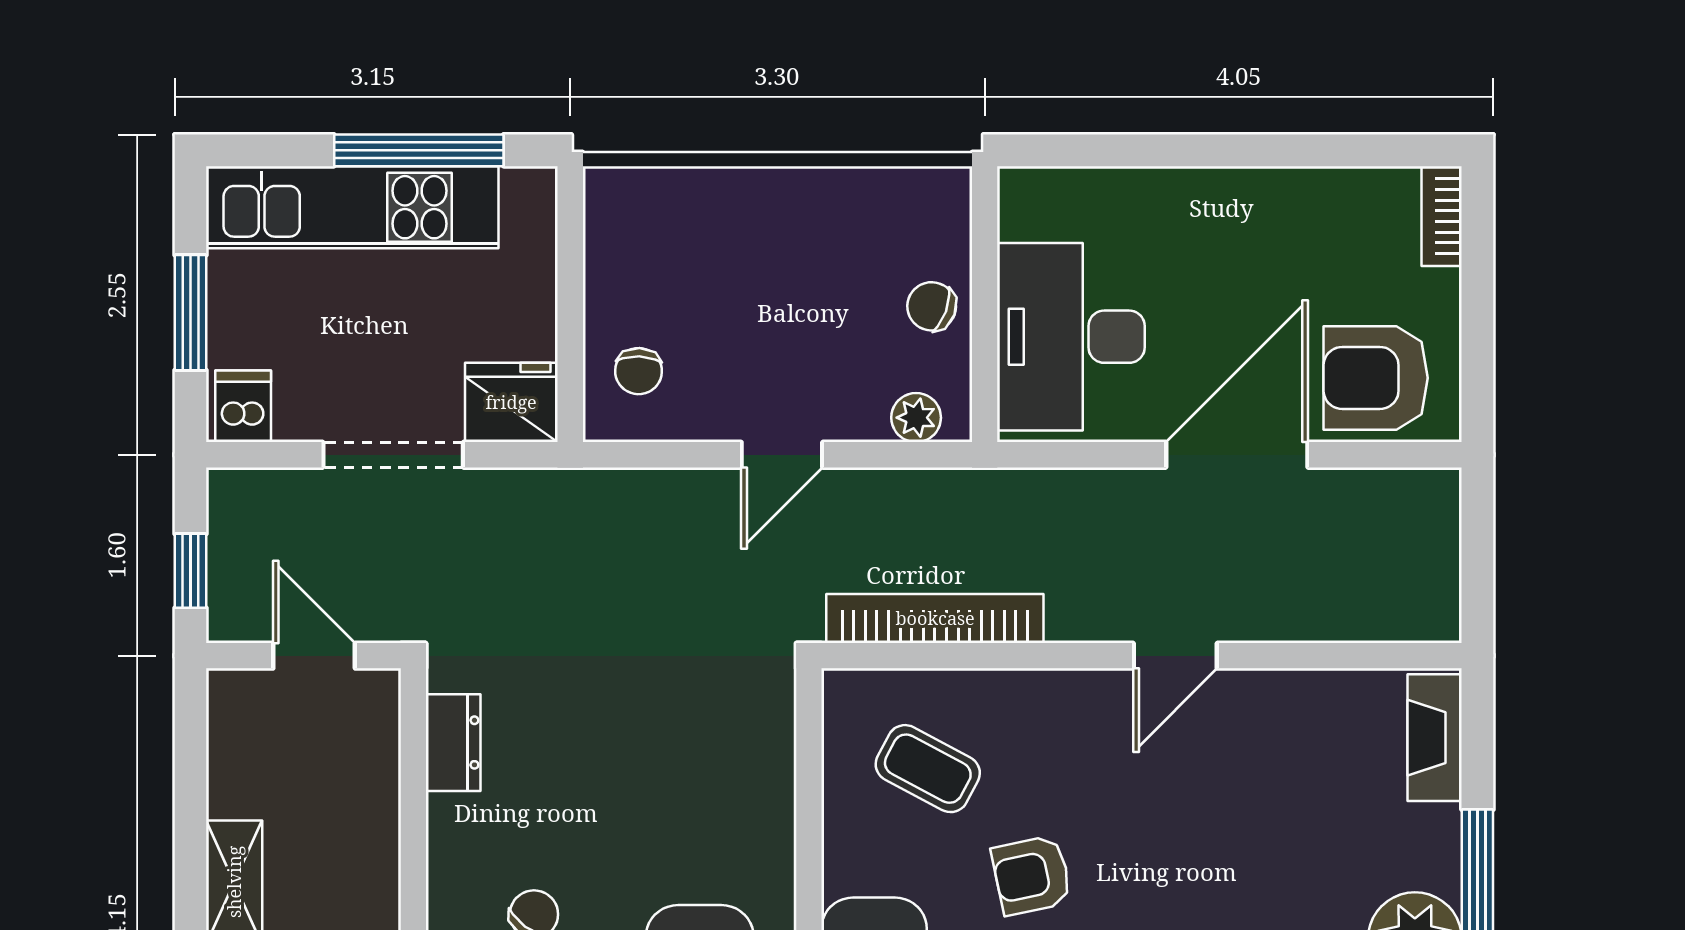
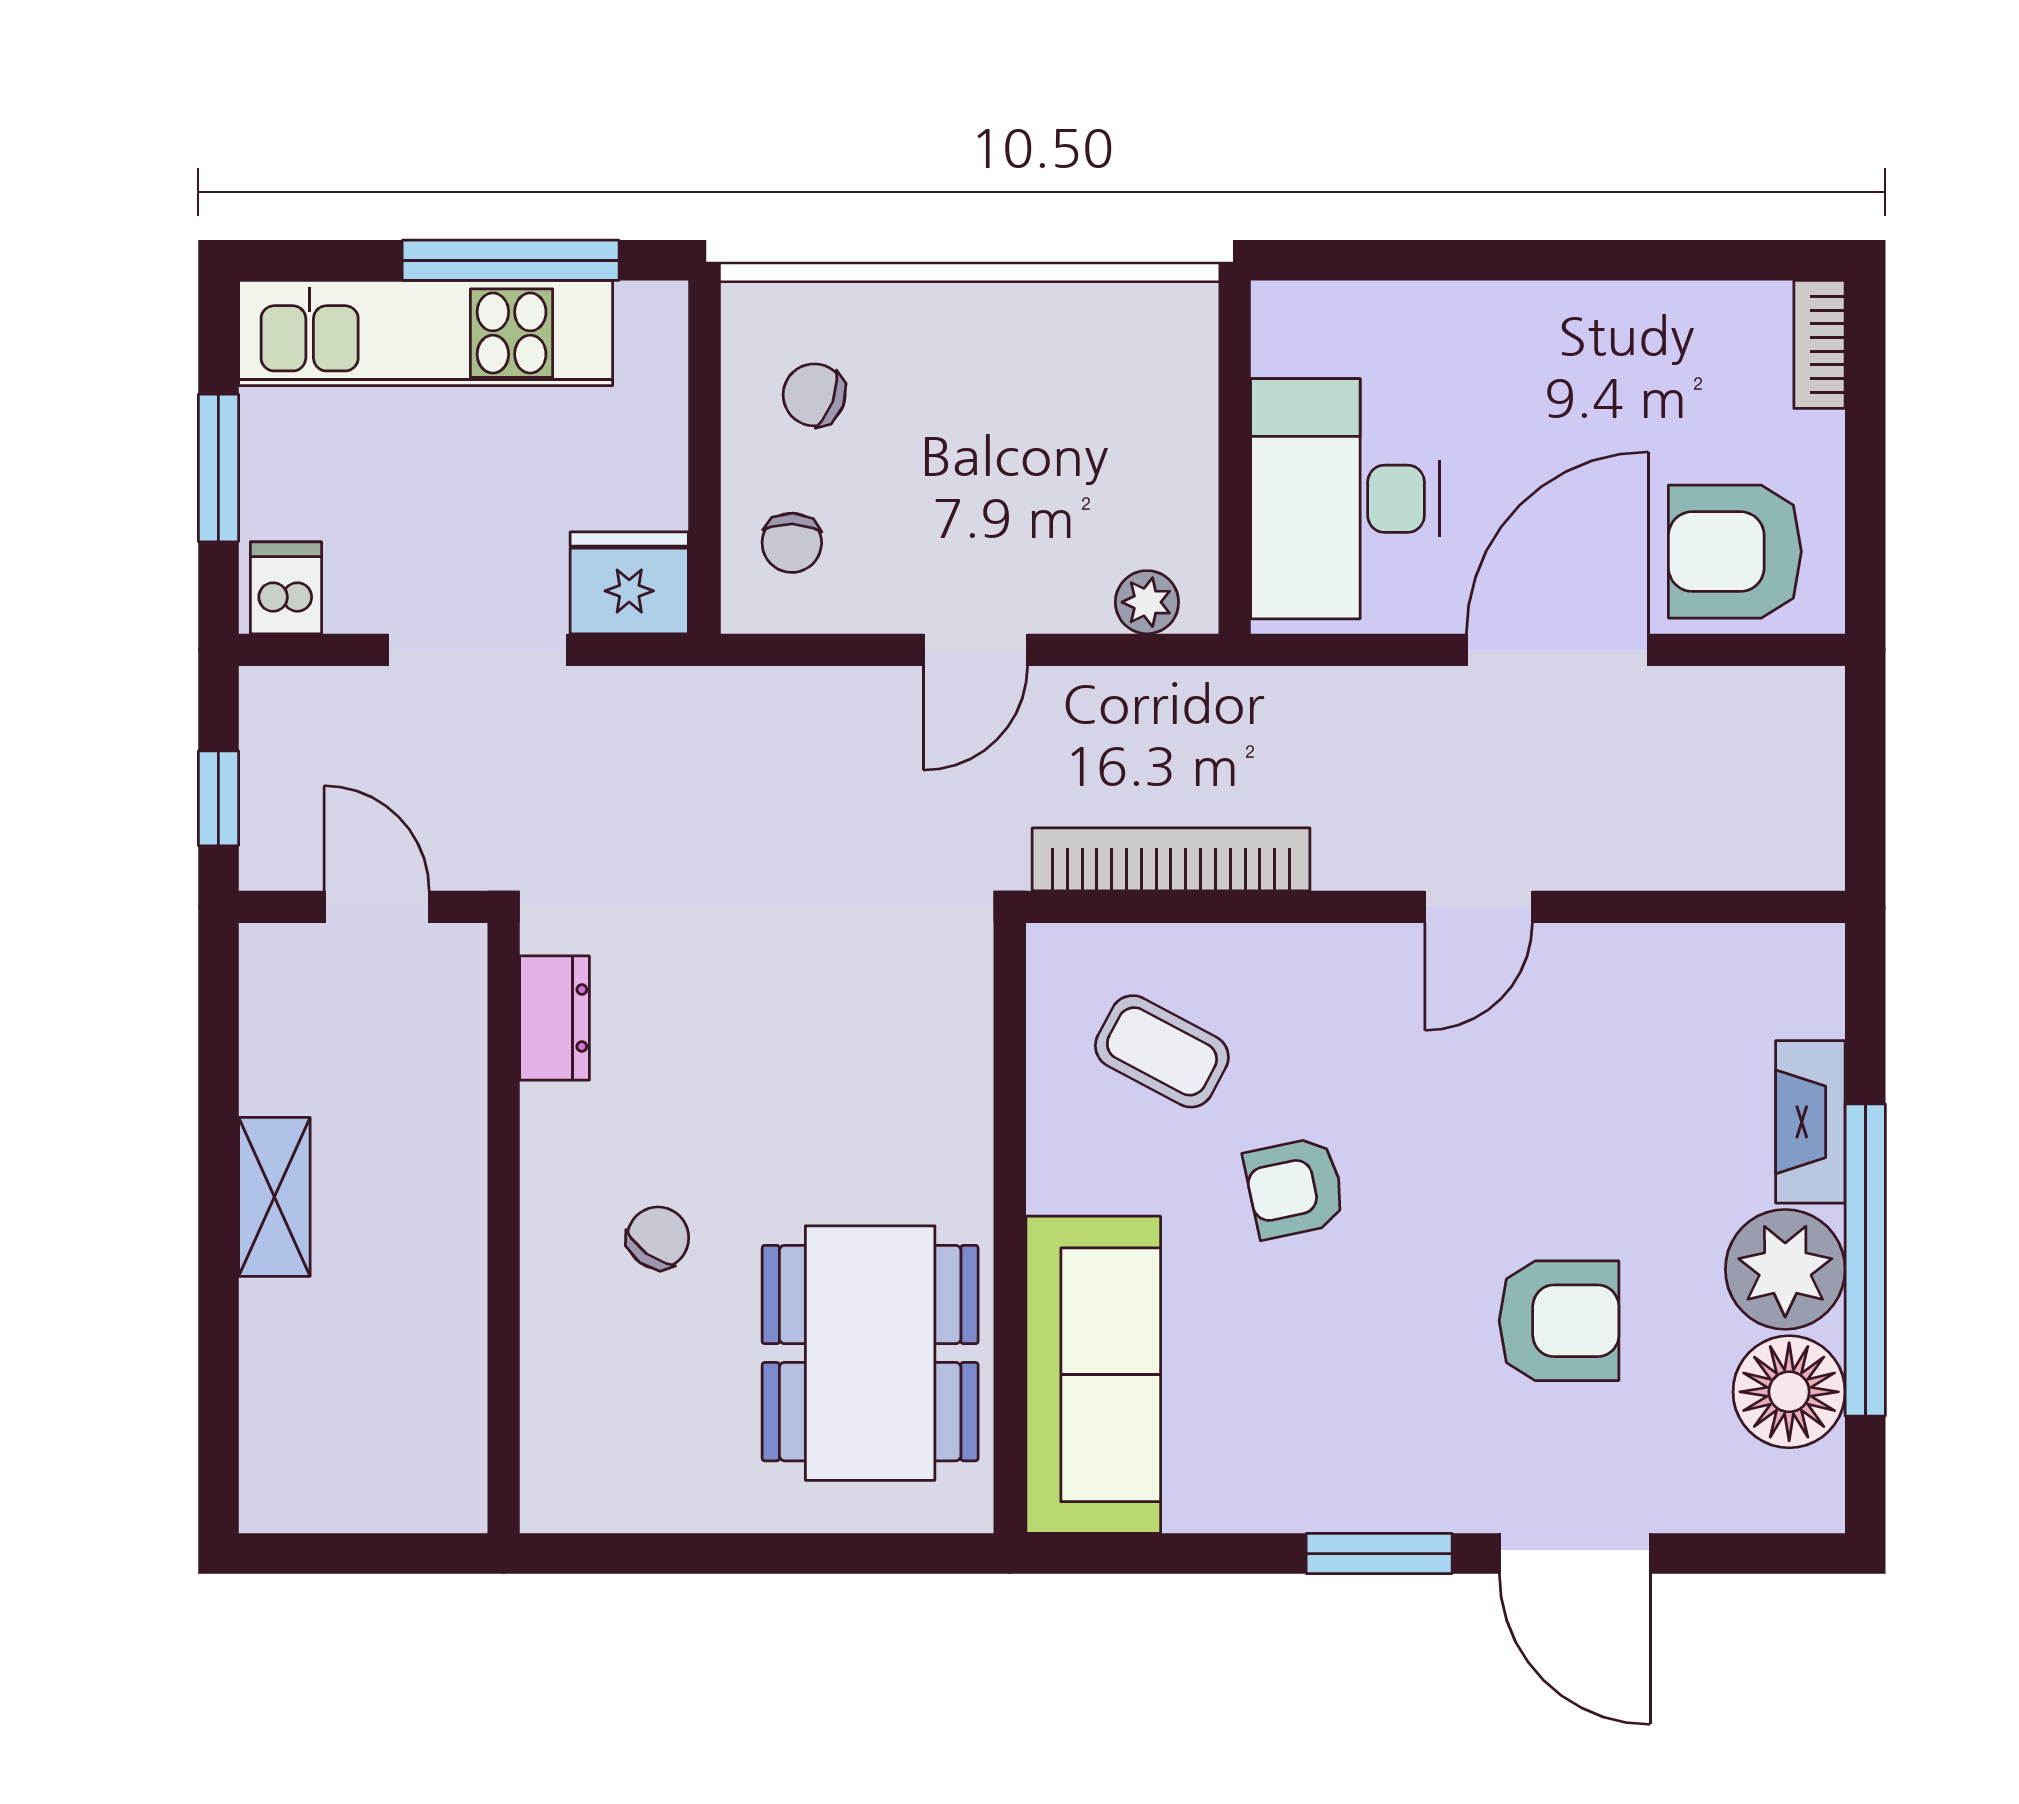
chair: (932, 306) -> (814, 395), moved
fireplace: (1435, 738) -> (1810, 1122), moved

